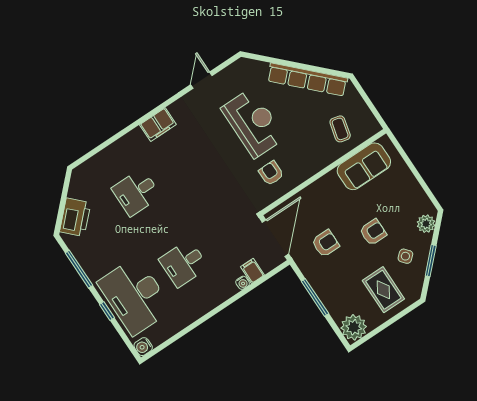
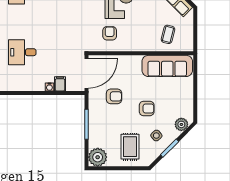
sofa: (364, 166) -> (167, 66), width x1.36

